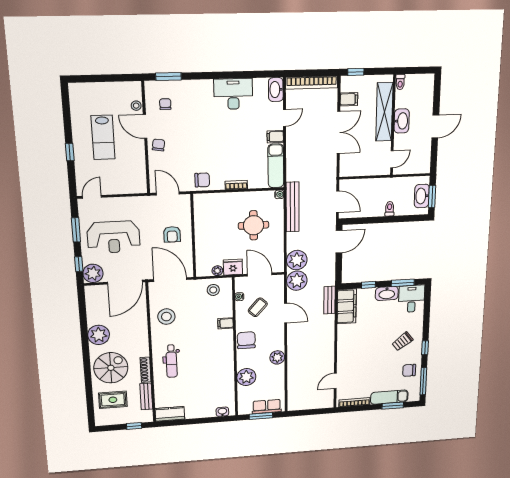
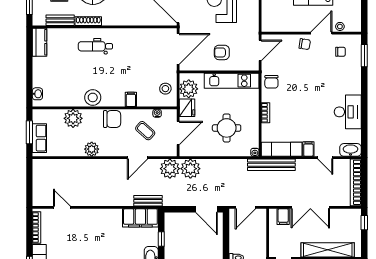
filing cabinet: (349, 99) -> (283, 217), moved
bench: (293, 207) -> (271, 165), moved
kitchen unit: (202, 222) -> (232, 81), added
plant: (217, 271) -> (189, 89), width x1.88, depth x1.88
stool: (166, 317) -> (93, 97), moved

